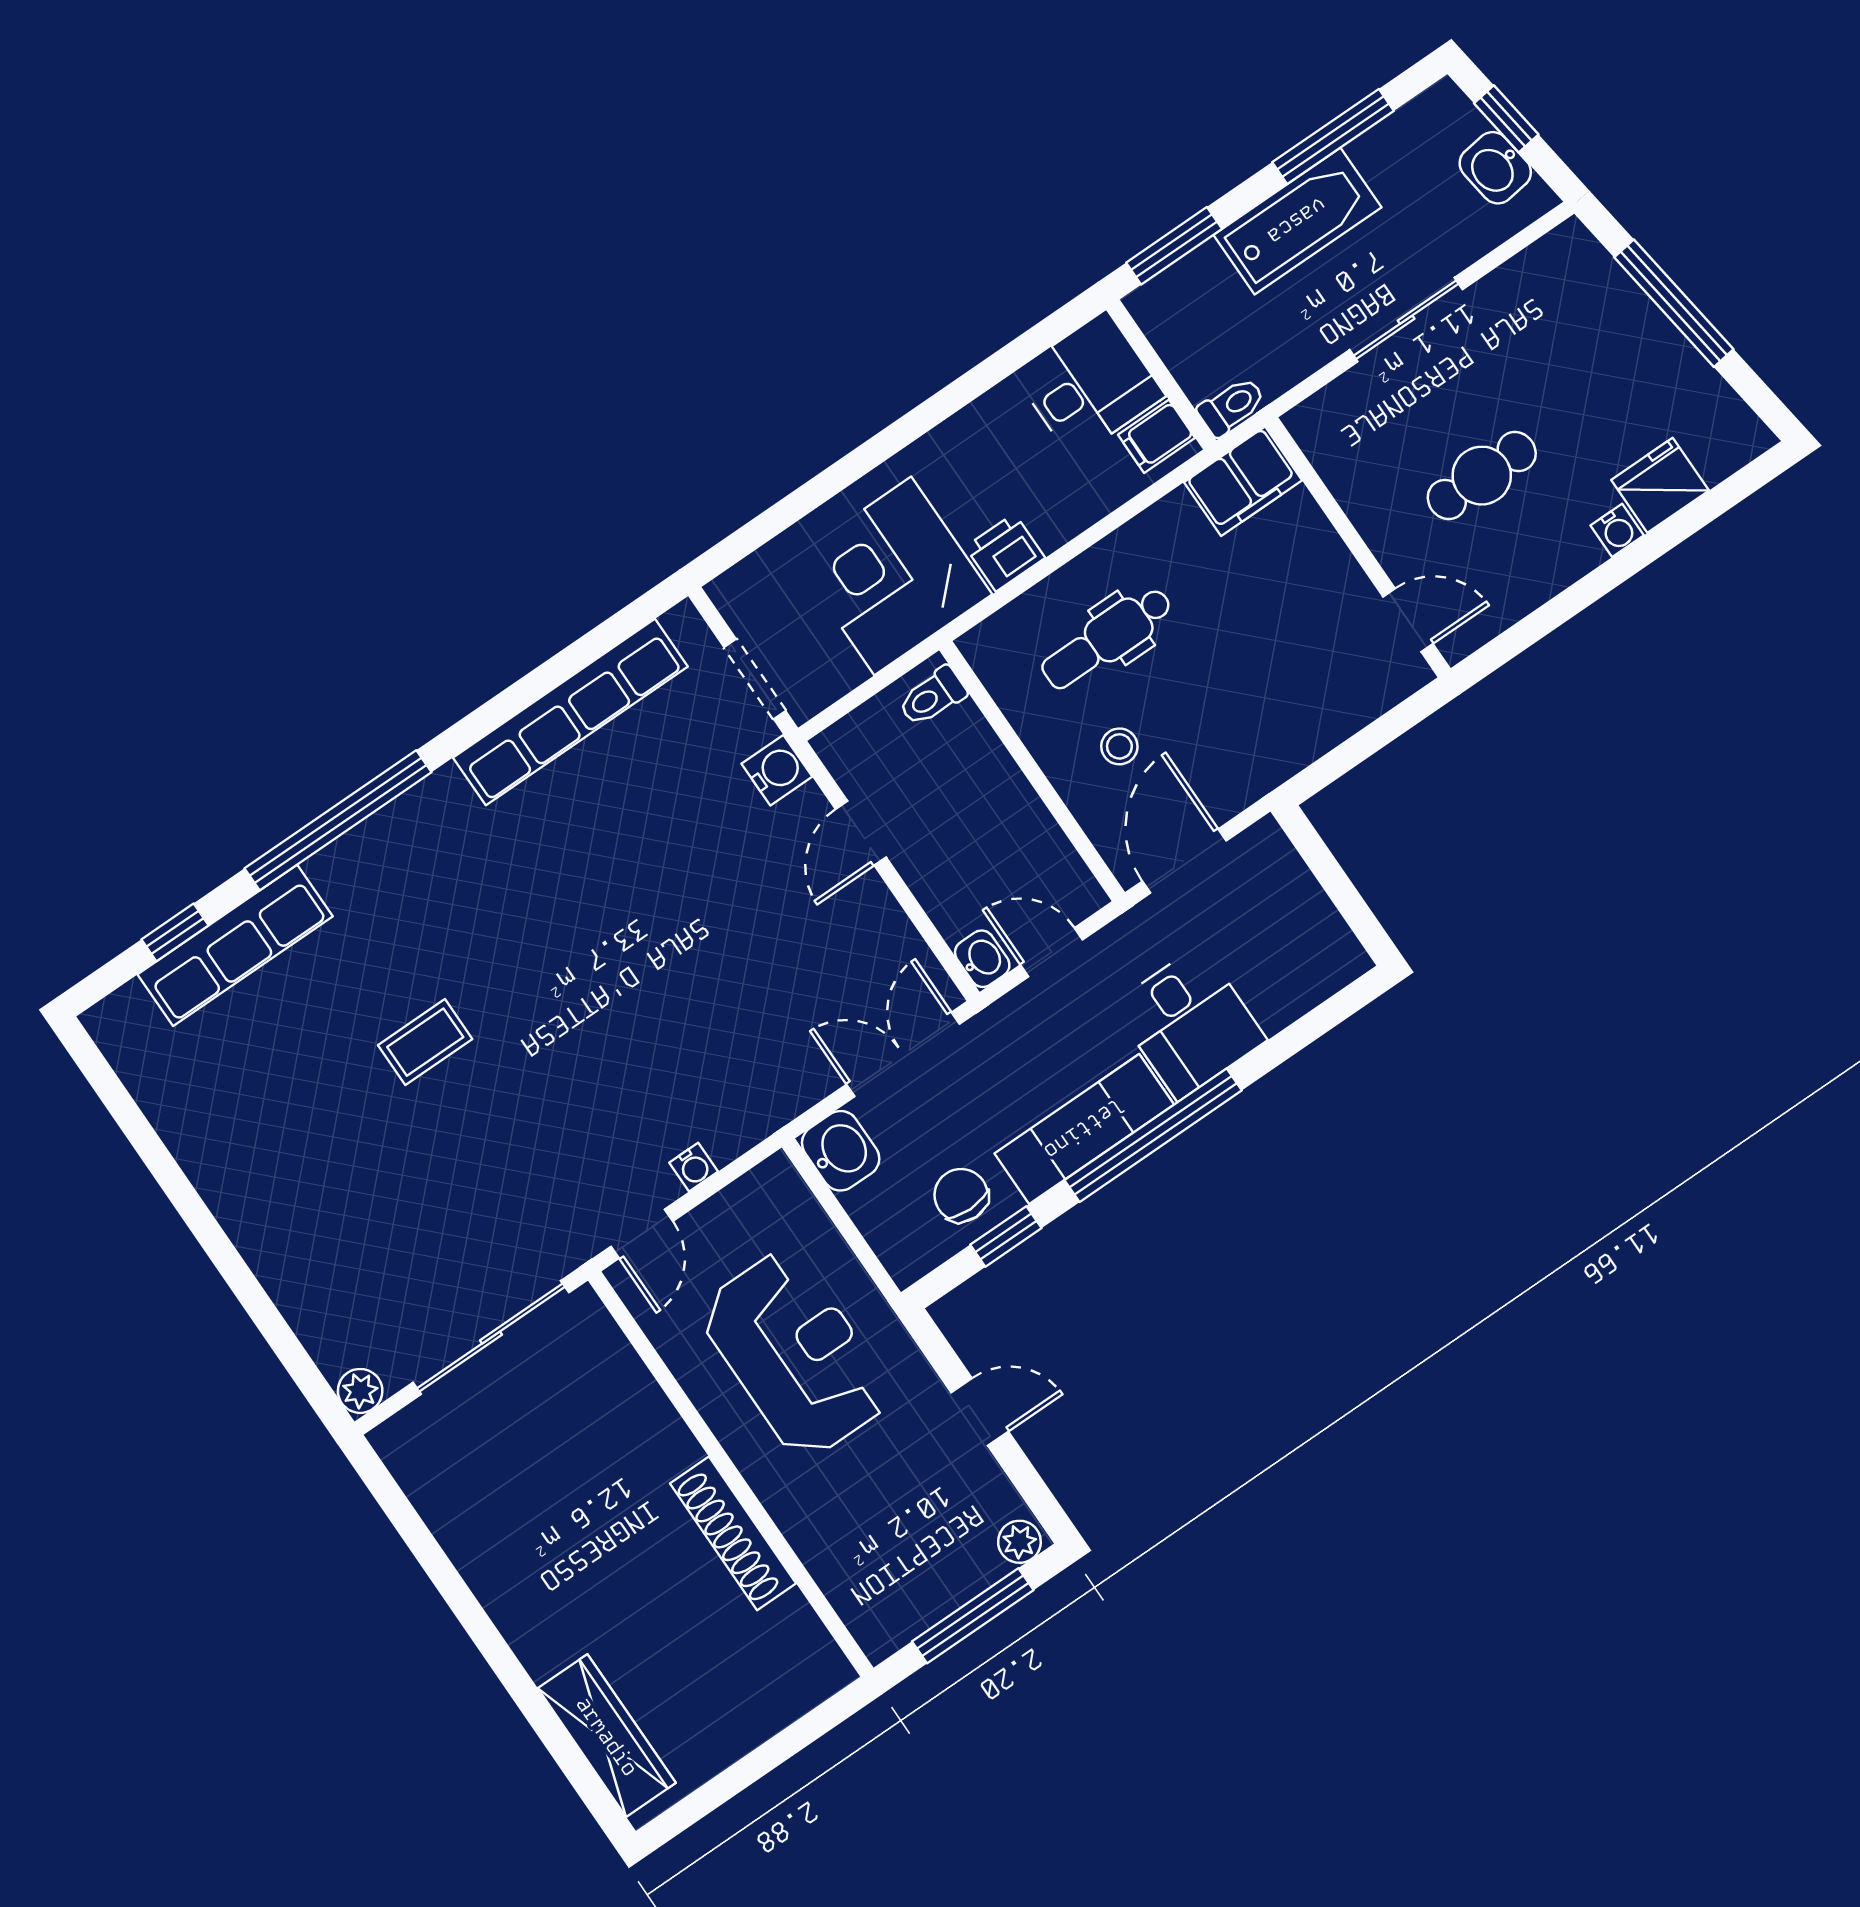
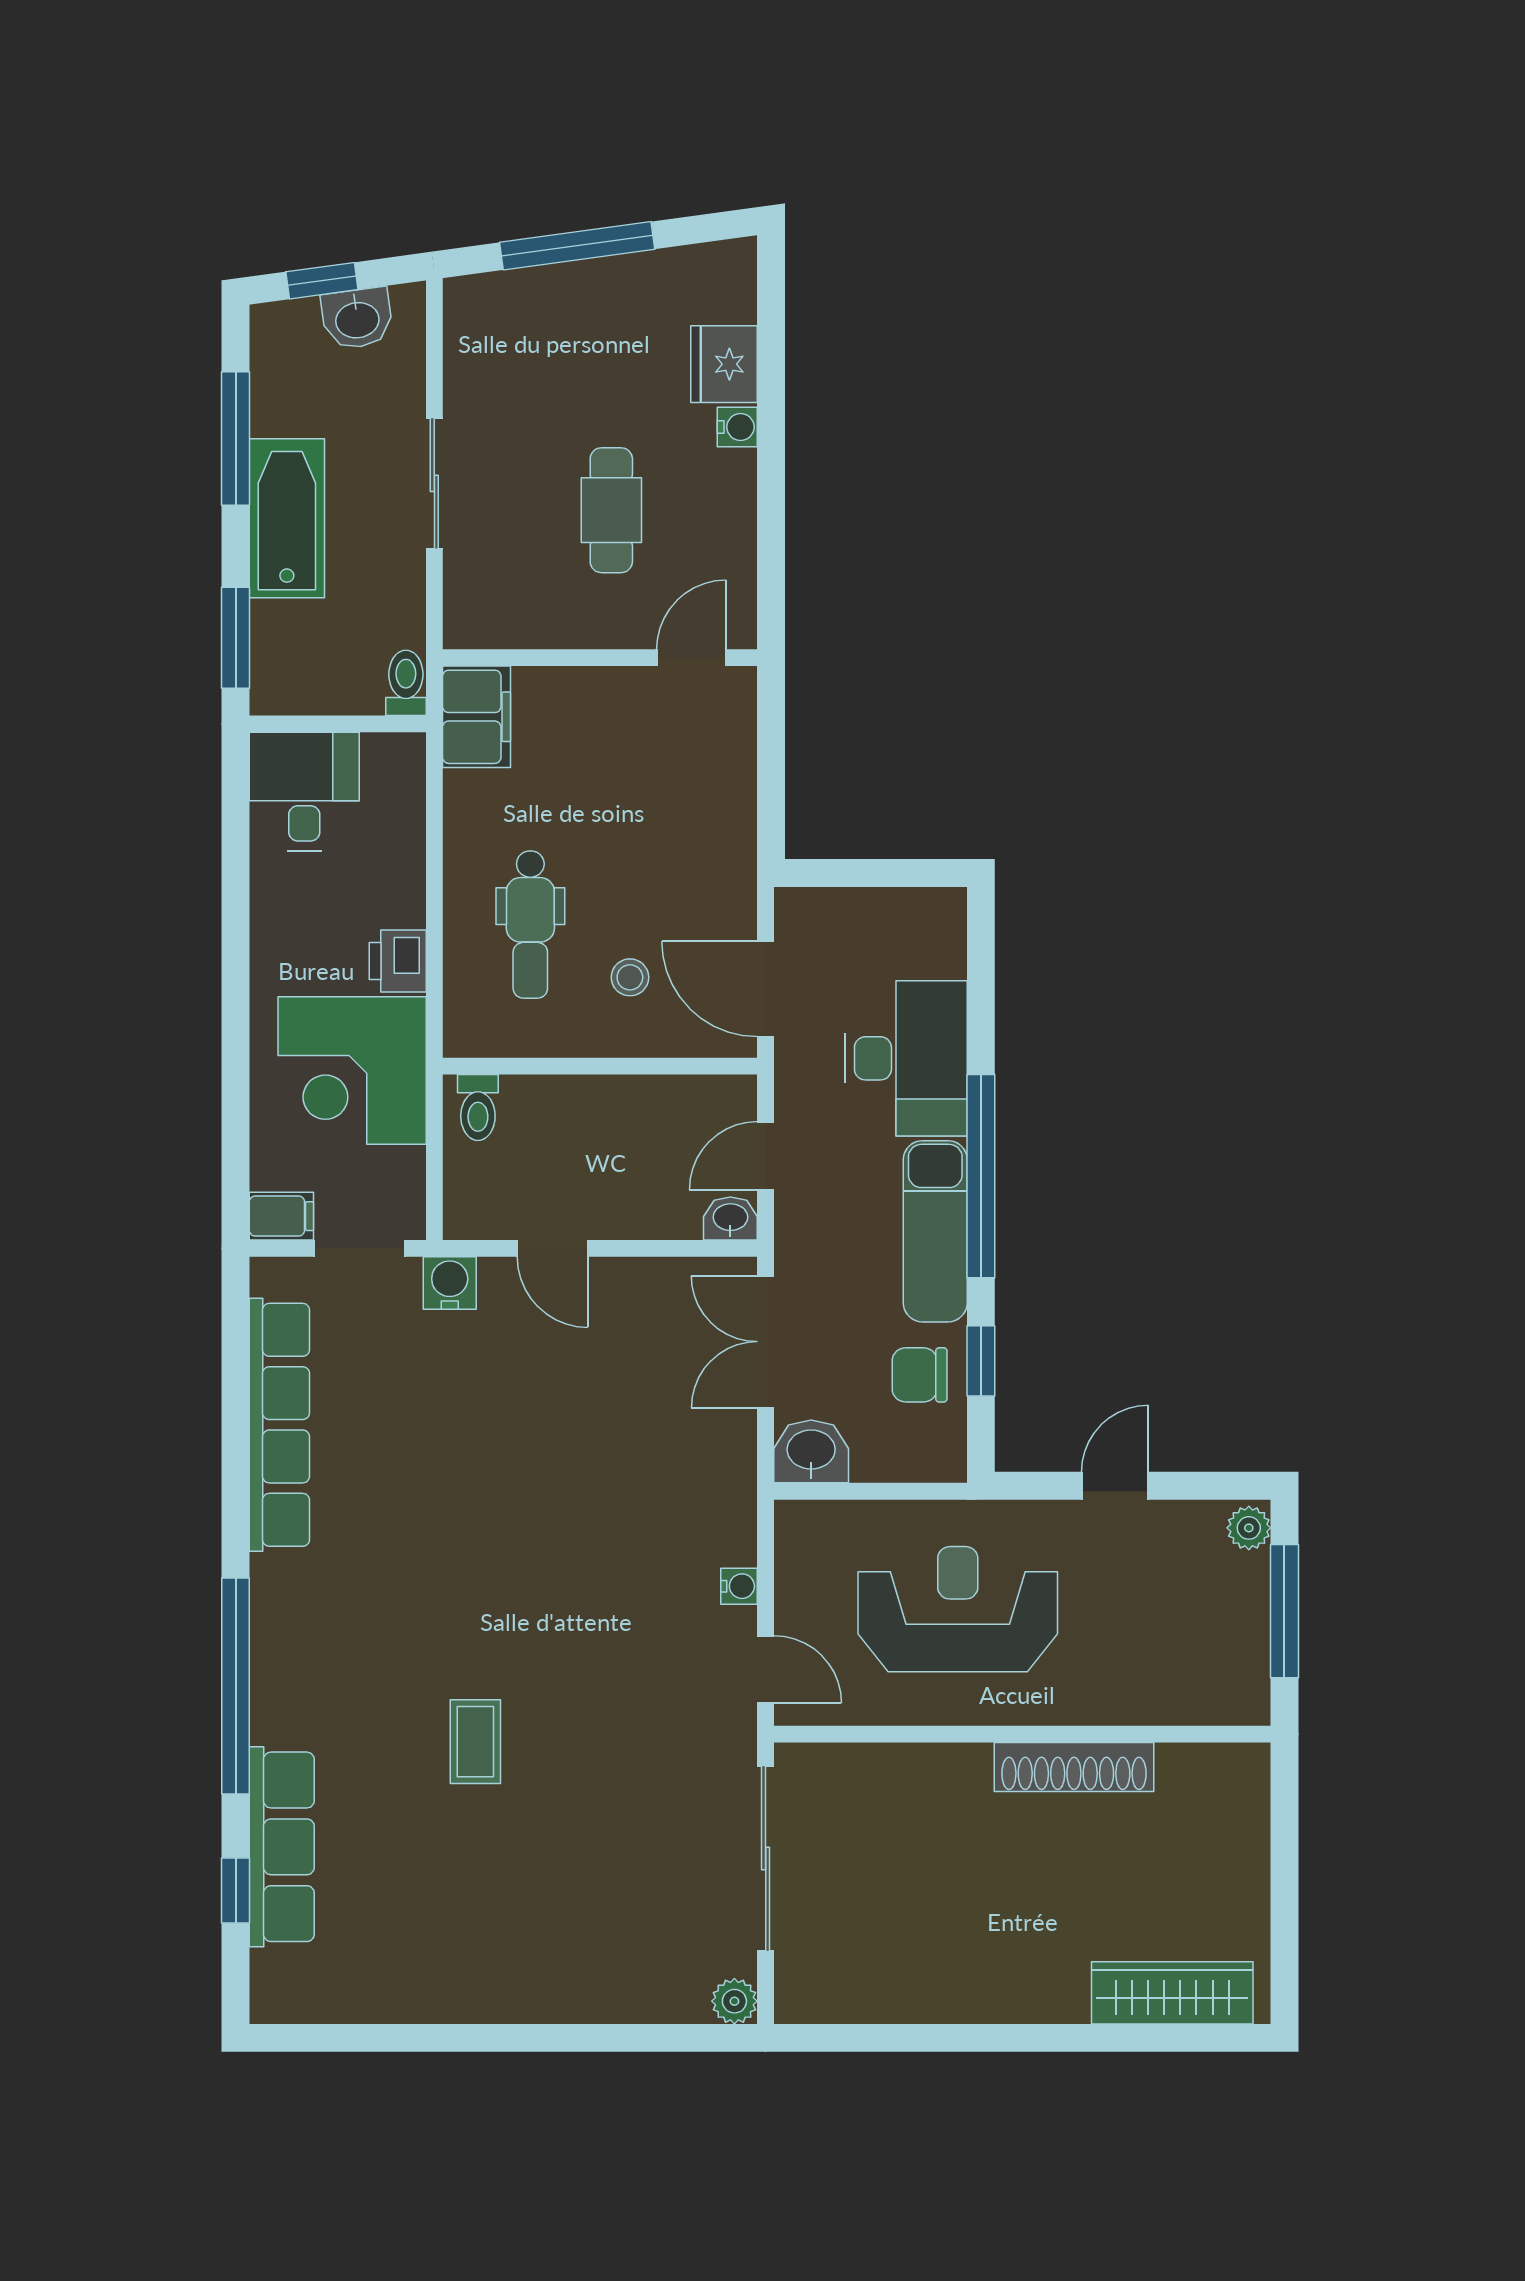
filing cabinet: (1157, 436) -> (281, 1216), moved, turned -90
desk: (1189, 1022) -> (906, 1058), width x1.37

